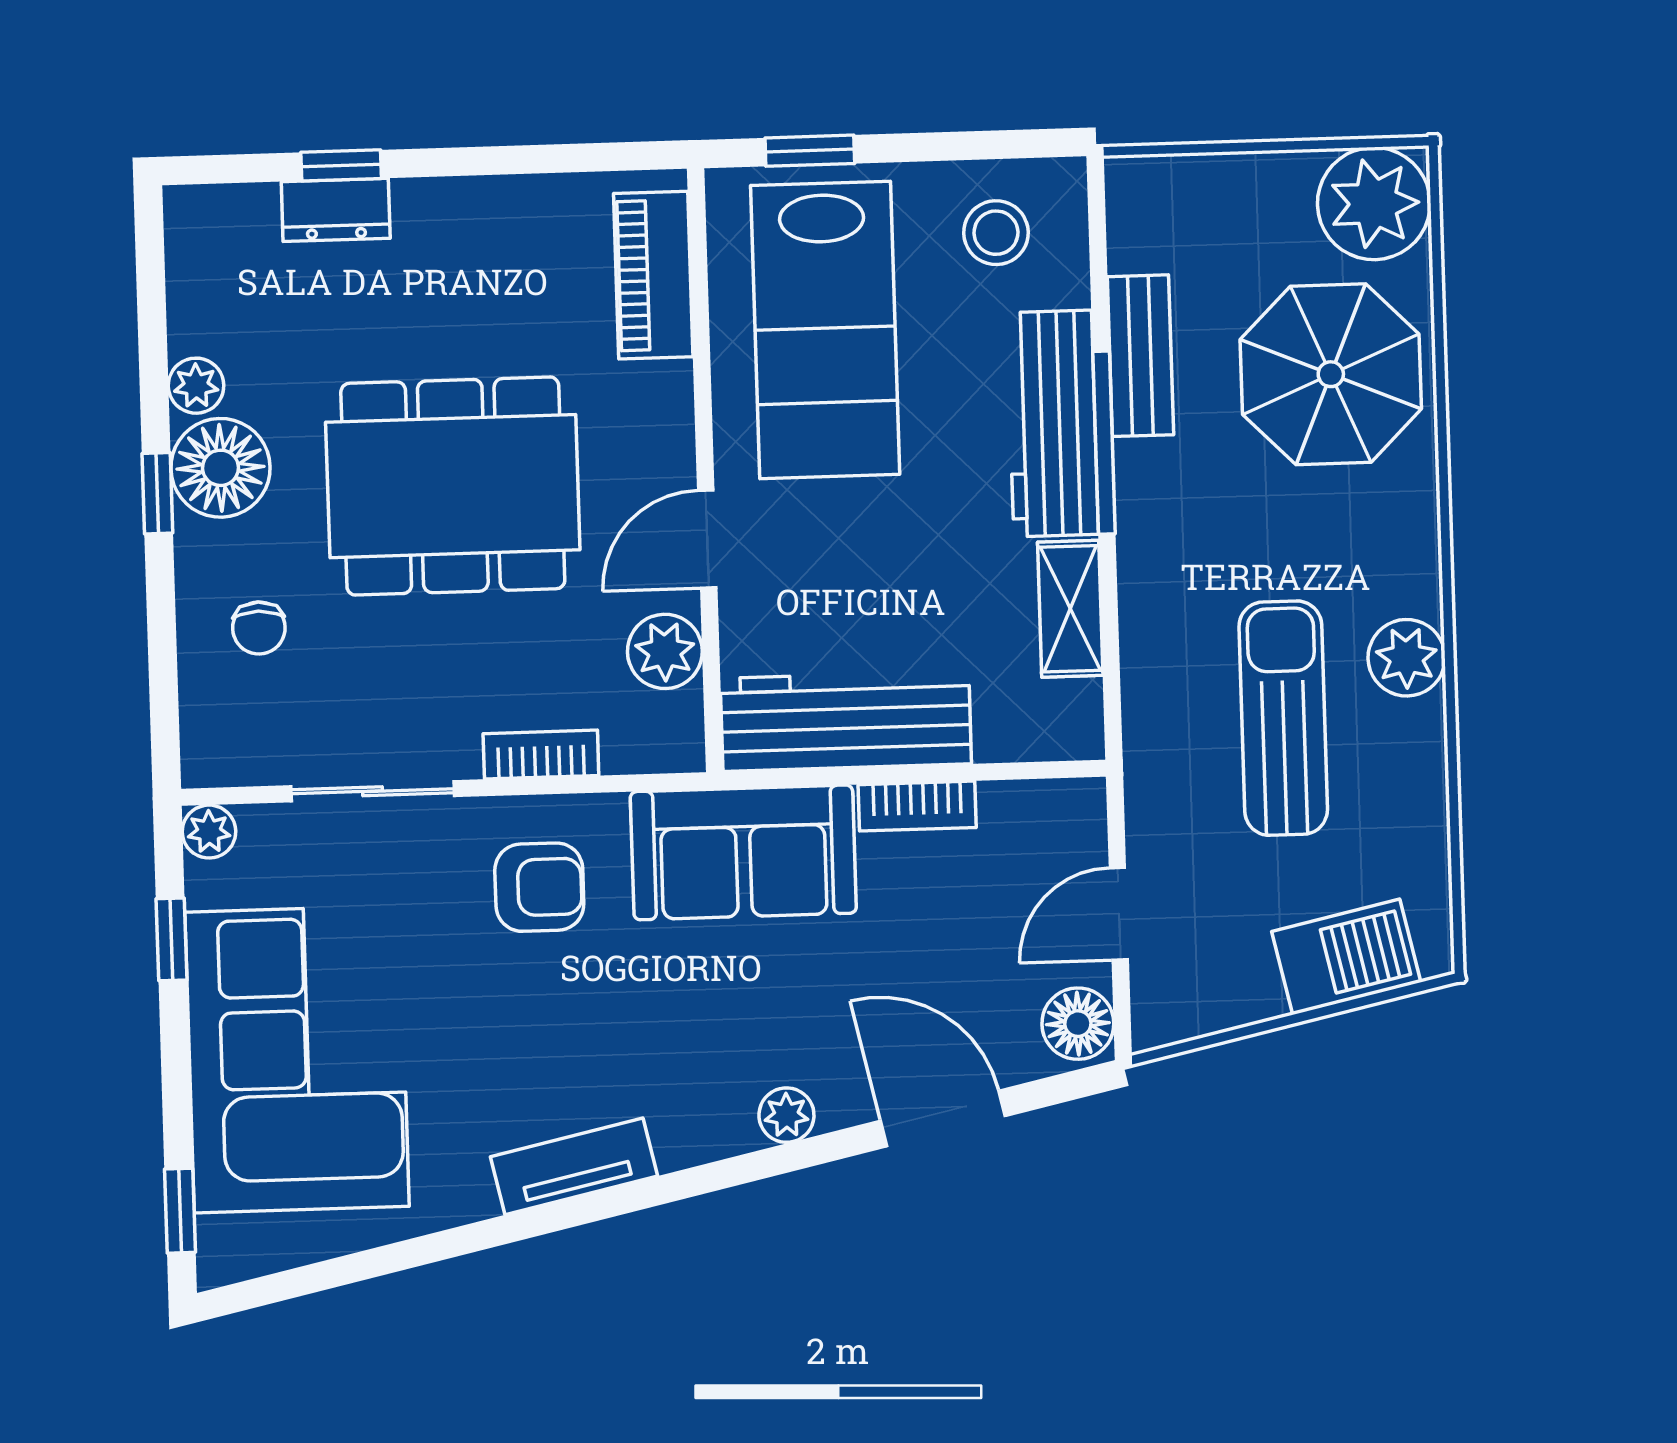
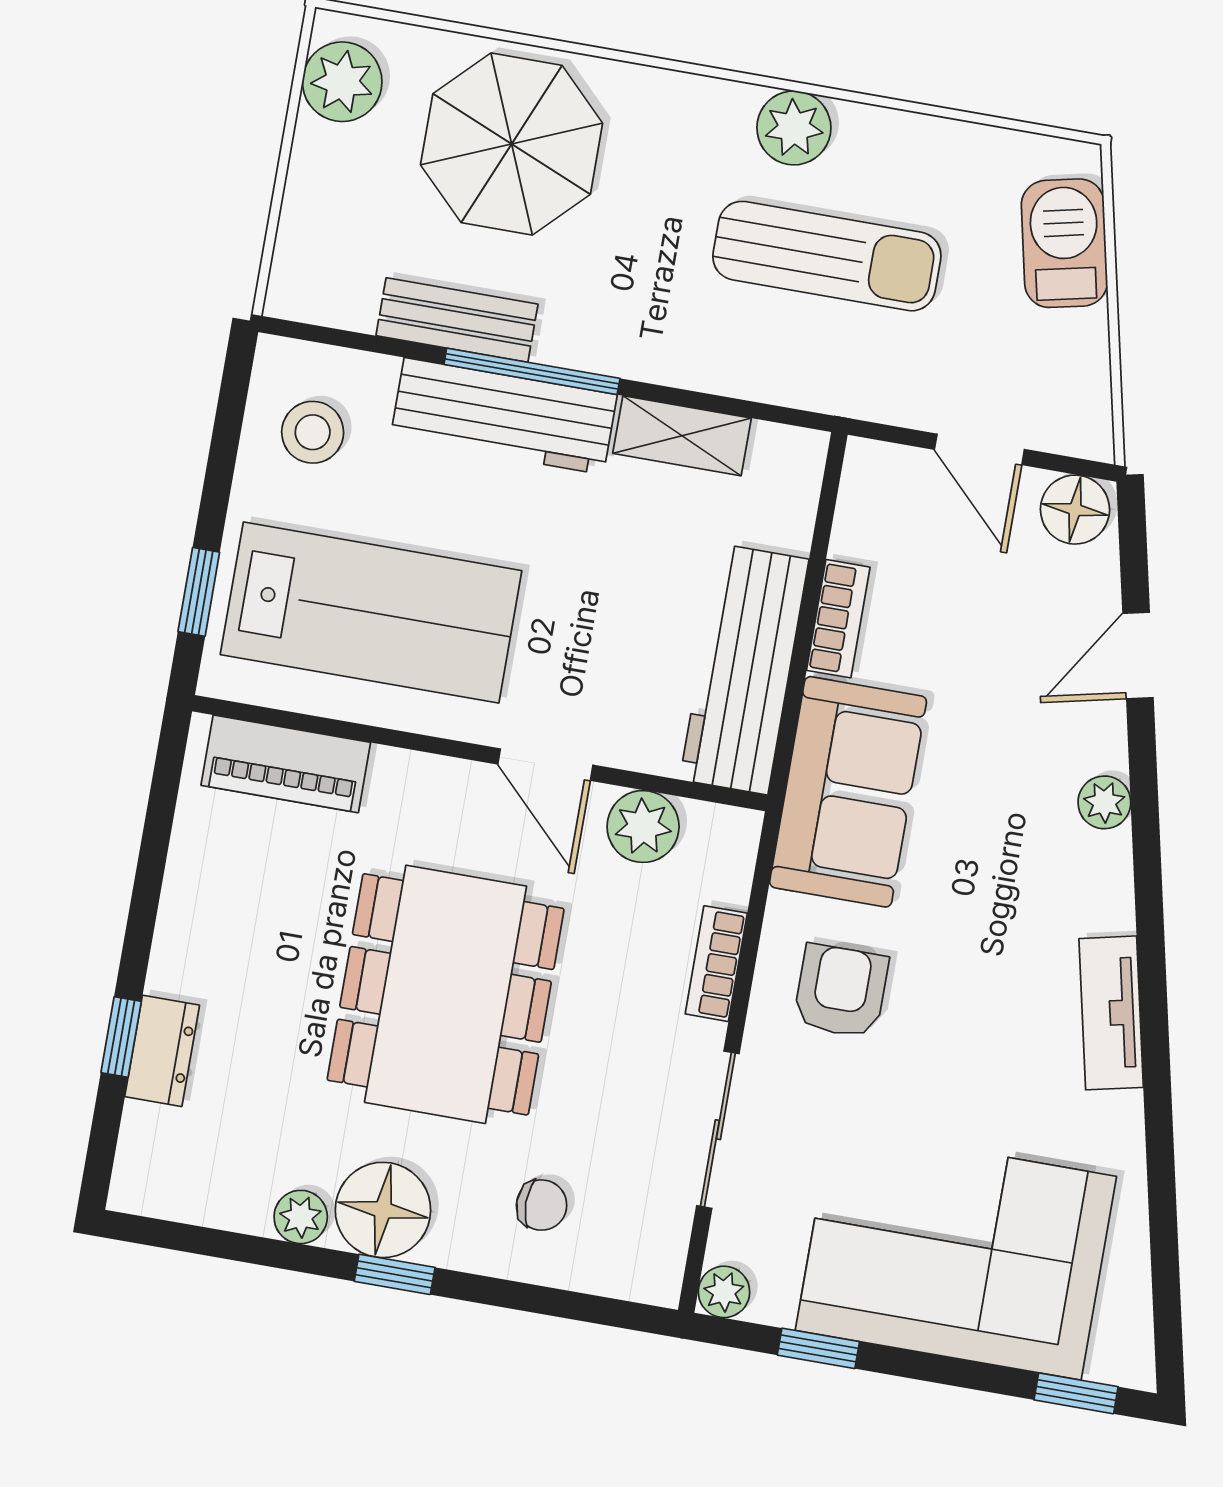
plant: (1374, 204) -> (342, 82), width x0.73, depth x0.73
sun lounger: (1283, 718) -> (827, 256), turned 180
door: (943, 1118) -> (1138, 655), width x0.73

